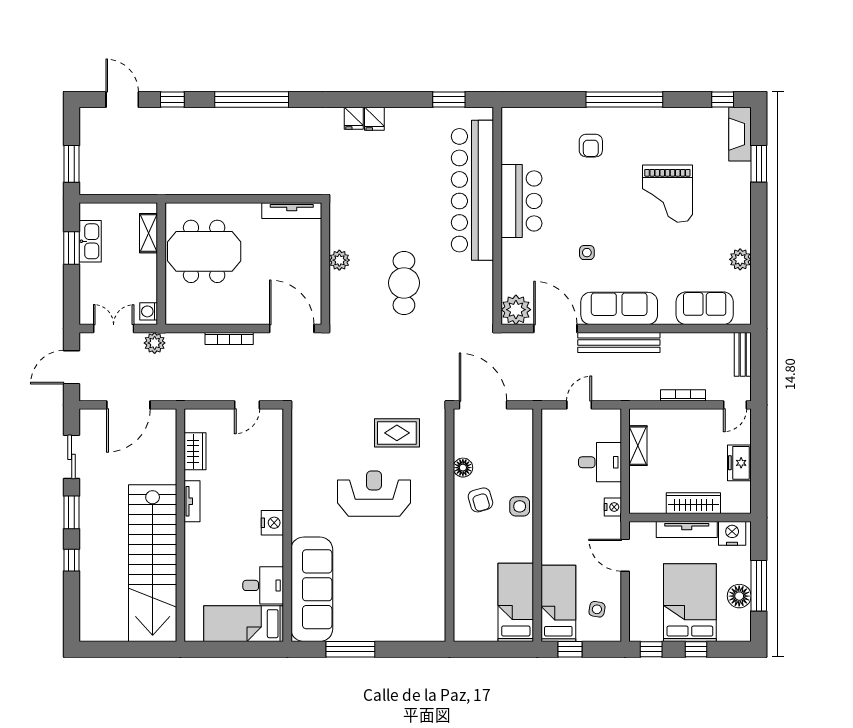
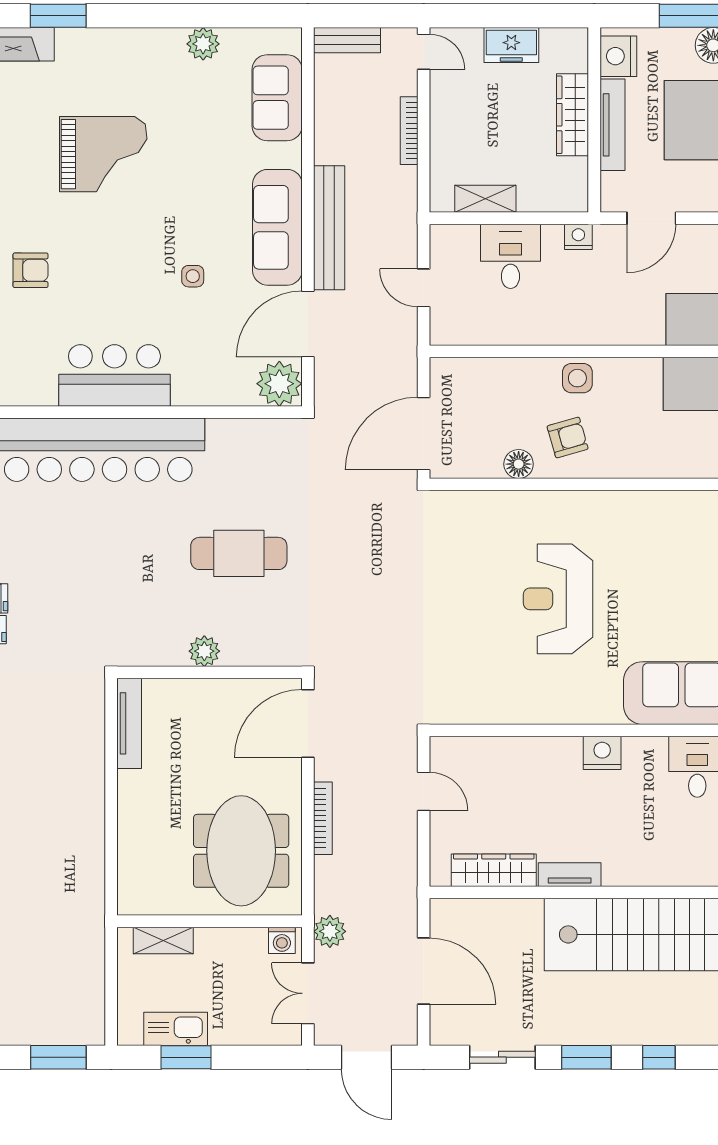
meeting table: (204, 251) -> (241, 851), moved
rug: (397, 433) -> (466, 564), removed
wardrobe: (195, 451) -> (494, 870), width x1.50

